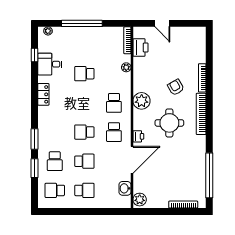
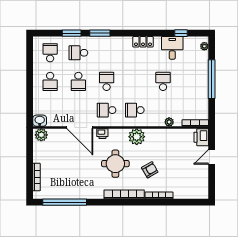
printer: (140, 48) -> (201, 137), moved, turned 90
washbasin: (125, 188) -> (40, 121), moved

